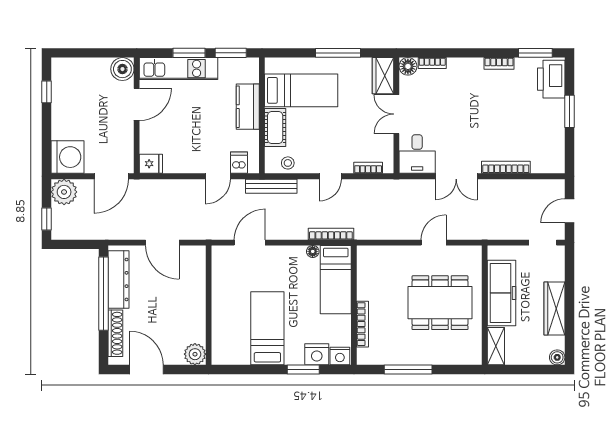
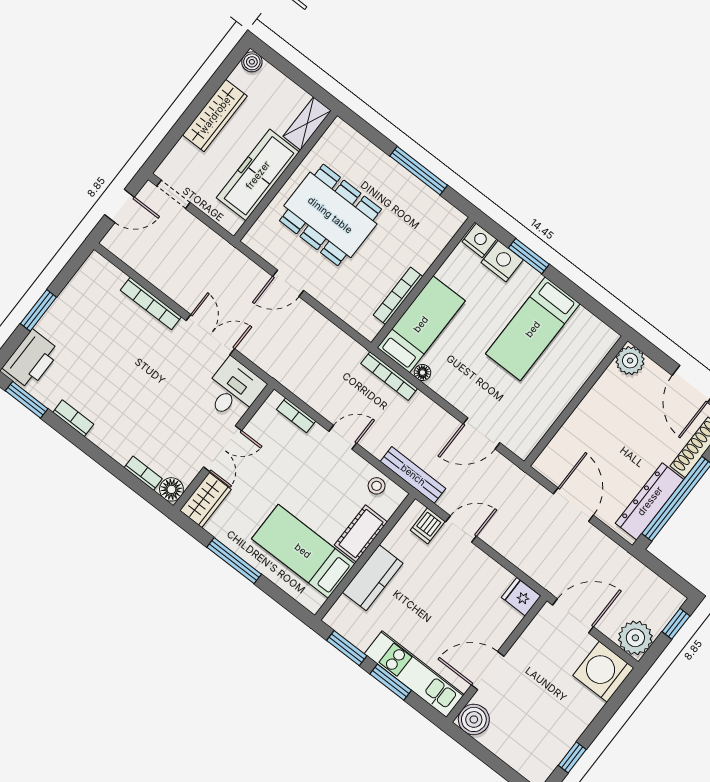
bookcase: (363, 324) -> (398, 296), moved

